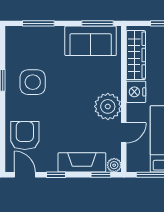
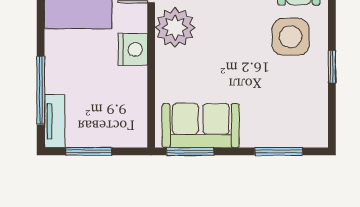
wardrobe: (136, 55) -> (133, 104), removed
side table: (33, 82) -> (291, 37), moved

